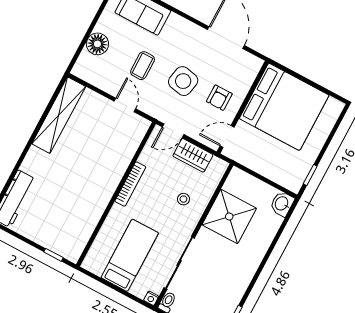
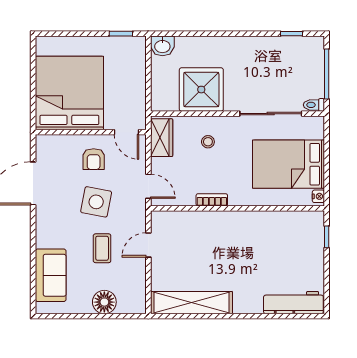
coffee table: (143, 66) -> (102, 248), turned 90
armchair: (219, 98) -> (94, 159), turned 90
wardrobe: (193, 155) -> (162, 138), moved
bookcase: (130, 184) -> (212, 200), width x0.64
bed: (130, 255) -> (289, 164), width x1.50
nightstand: (151, 298) -> (318, 196), moved

